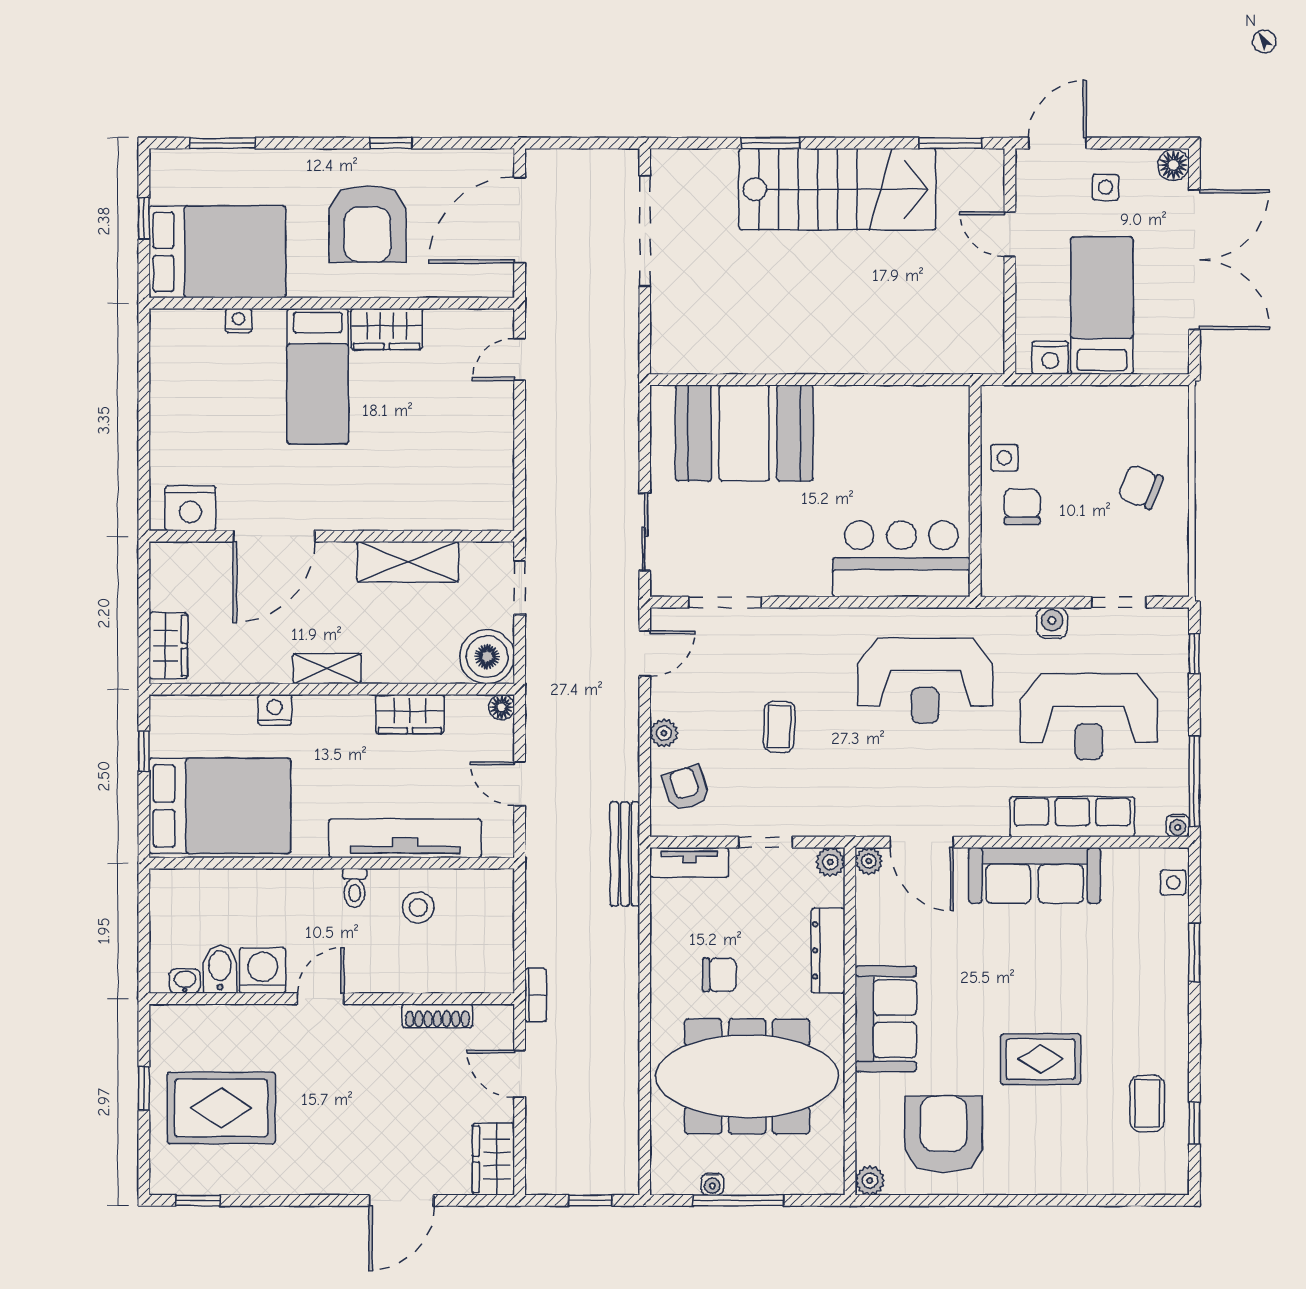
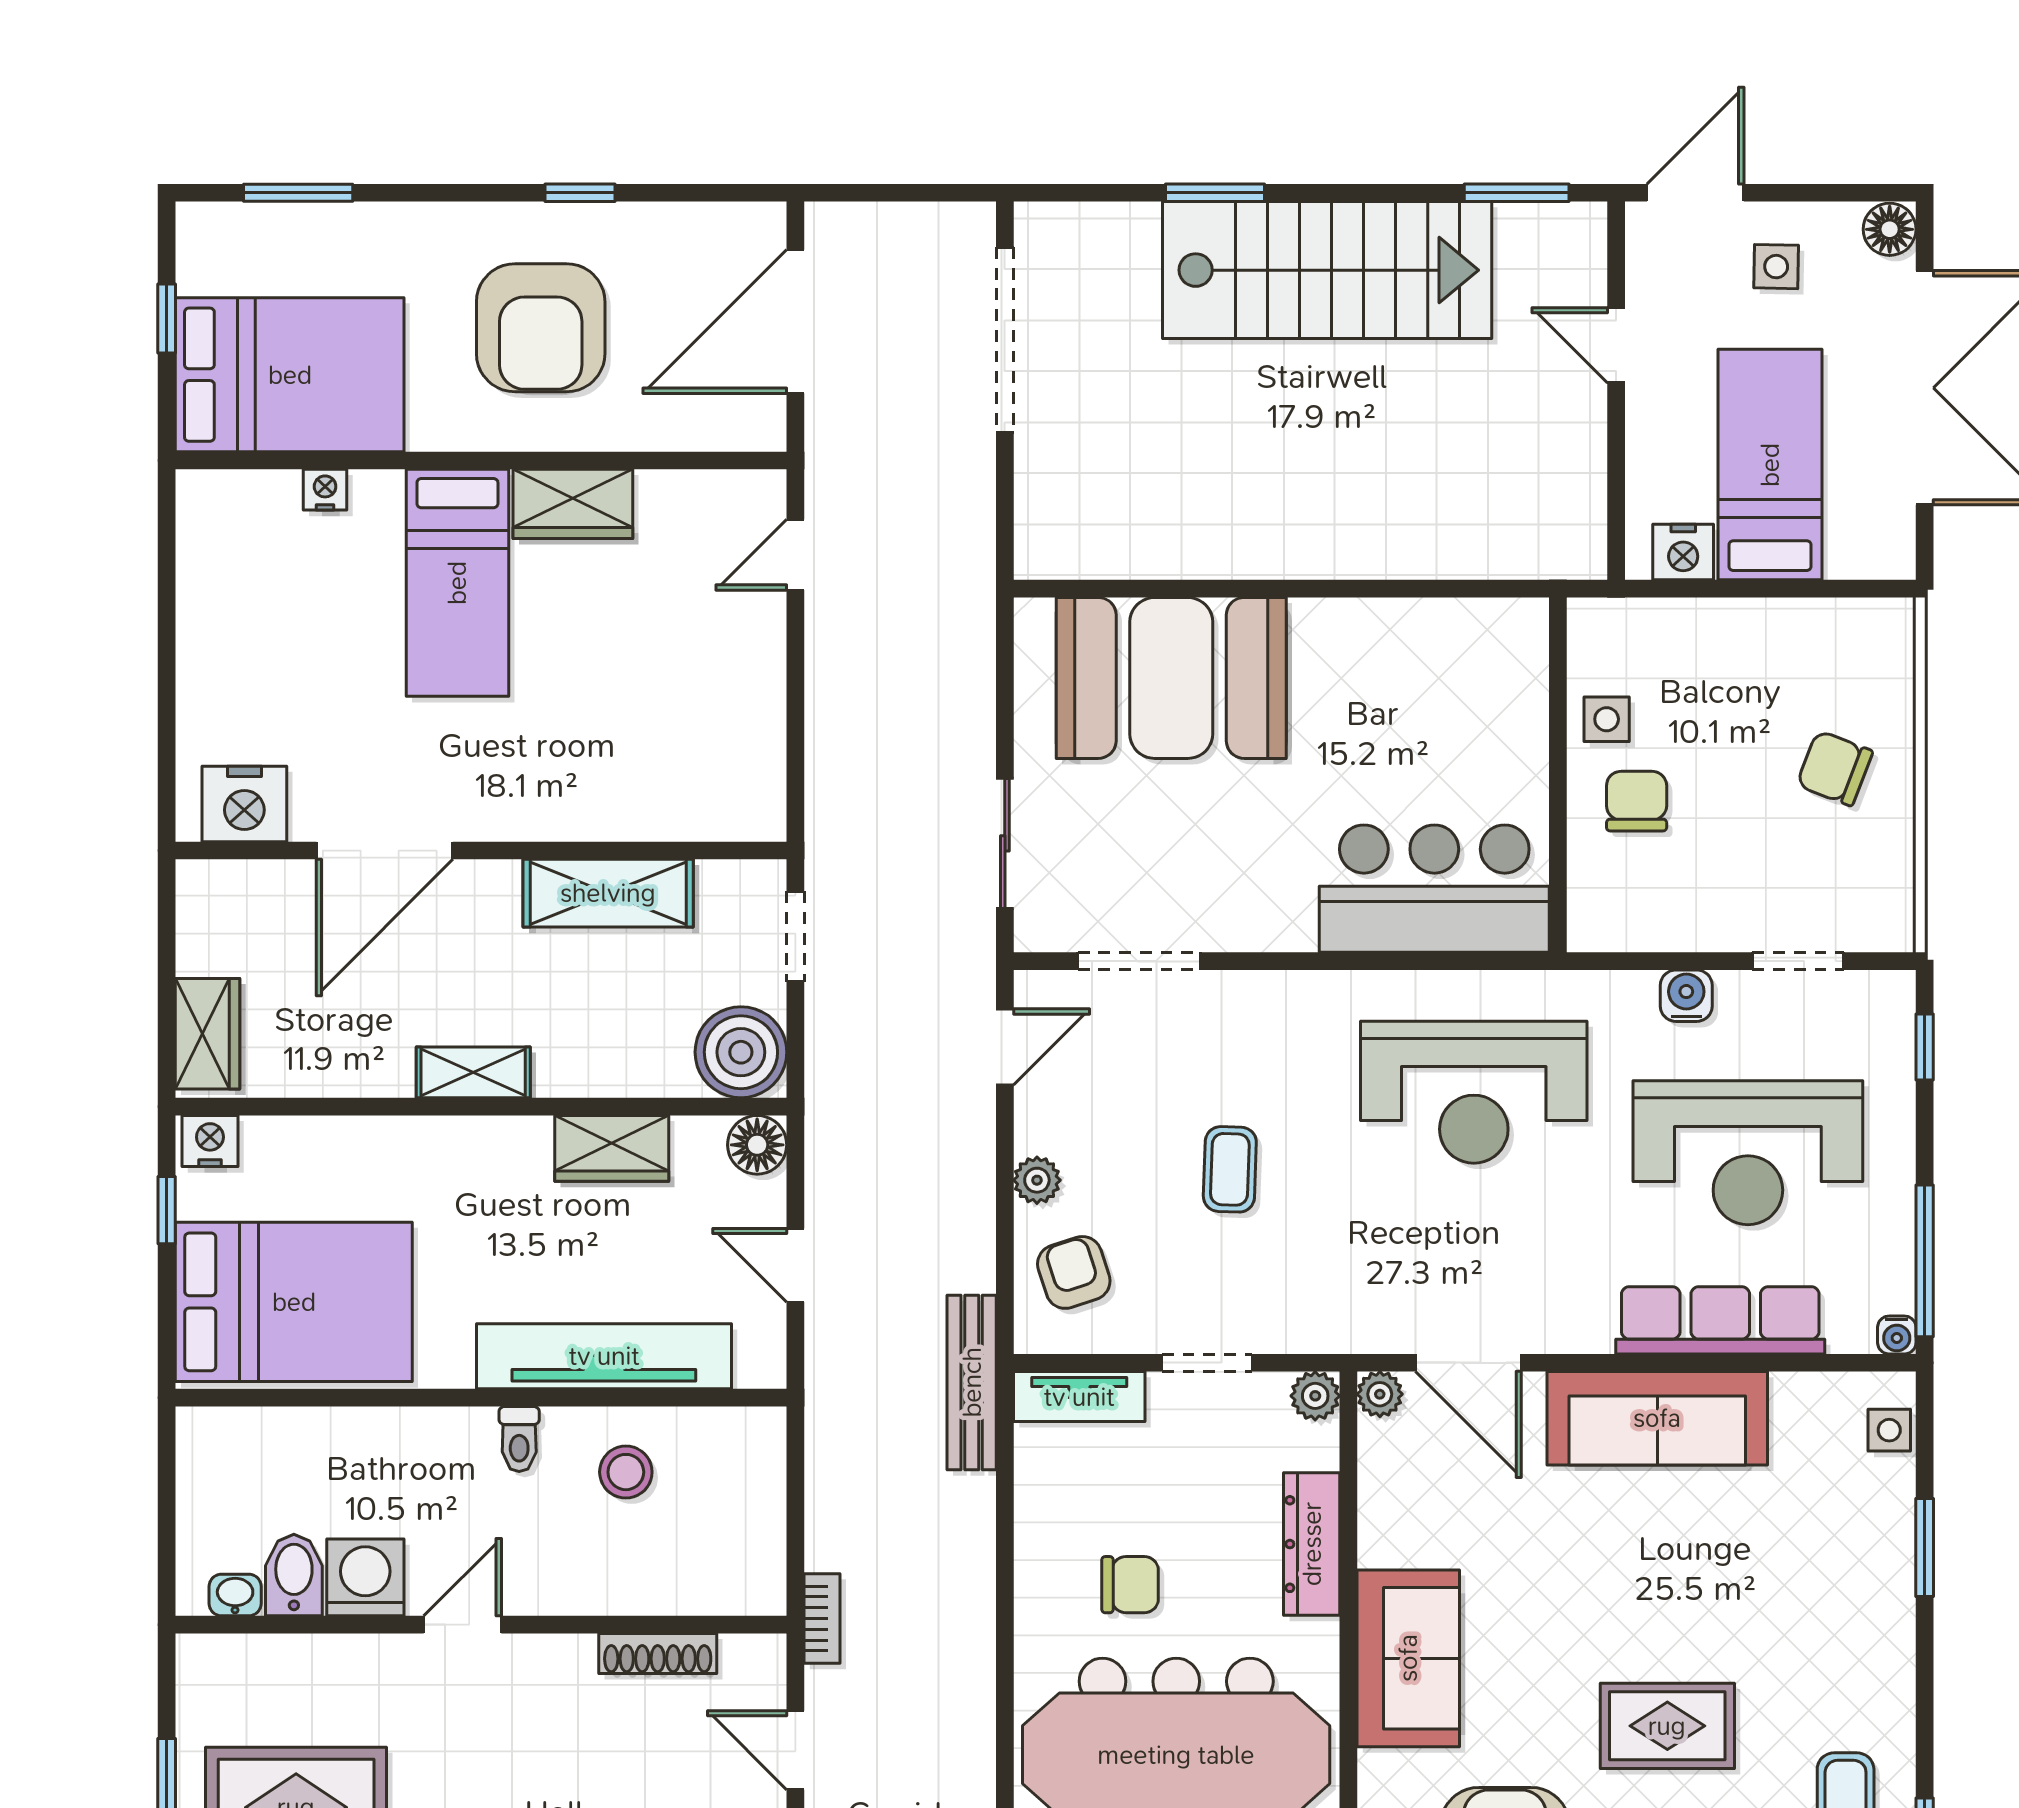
floor lamp: (502, 707) -> (757, 1145), width x1.37, depth x1.37
nightstand: (275, 710) -> (210, 1141), moved

